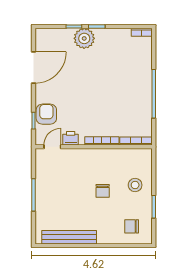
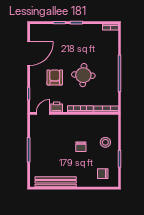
plant: (84, 38) -> (67, 32), removed
round table: (106, 96) -> (83, 75), added
armchair: (46, 114) -> (55, 77), moved

